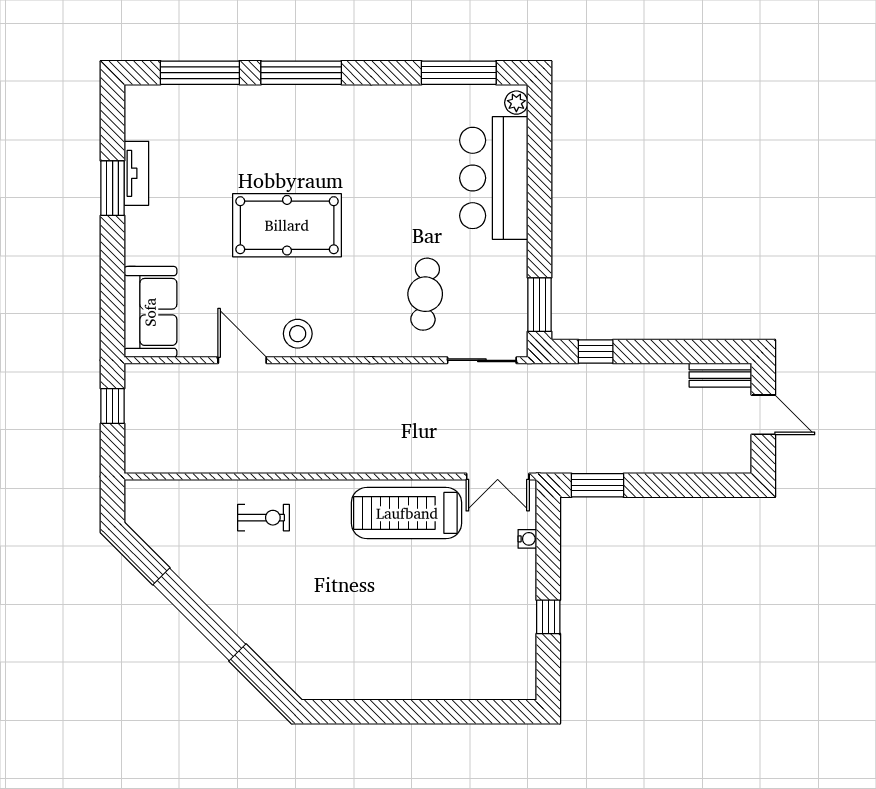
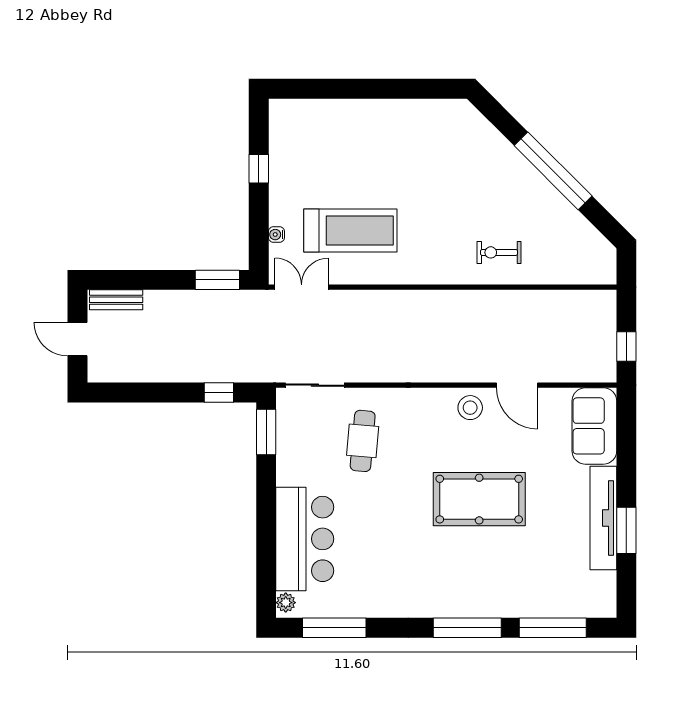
tv unit: (136, 173) -> (603, 518), width x1.92, depth x1.29
bench: (720, 375) -> (116, 300), moved
treadmill: (407, 513) -> (350, 230), moved

